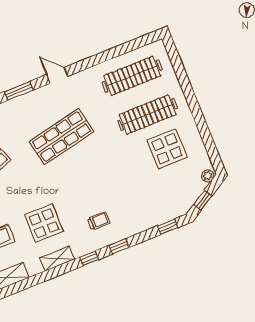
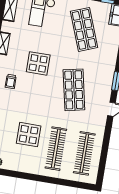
display table: (167, 149) -> (29, 135), moved
display table: (44, 223) -> (38, 63), moved

